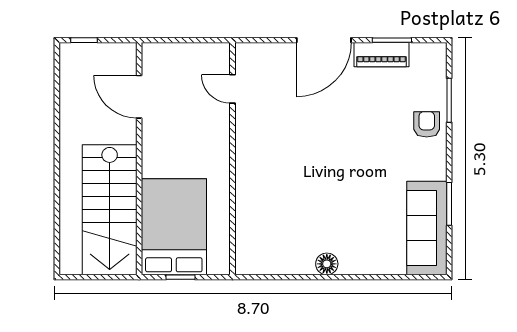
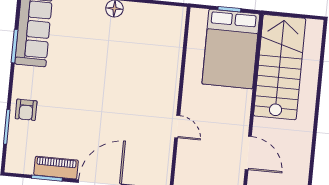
door: (233, 89) -> (177, 127), moved

